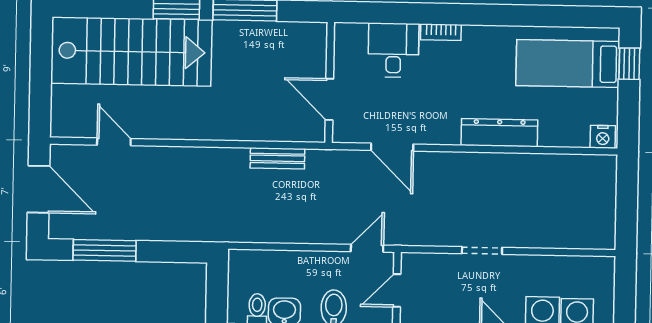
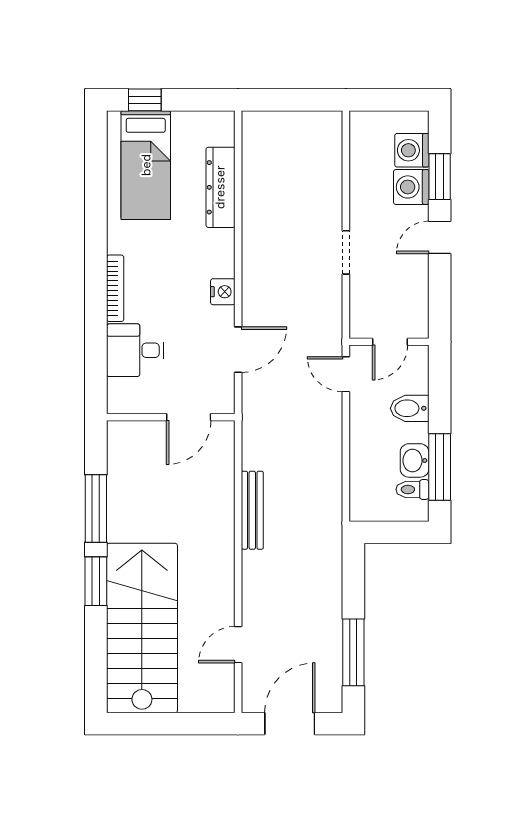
bookcase: (441, 32) -> (115, 288), width x1.56
dresser: (499, 133) -> (220, 187), moved
nightstand: (603, 137) -> (223, 292), moved
bench: (277, 158) -> (252, 510), moved, width x1.36
door: (397, 291) -> (390, 342), hinge flipped

